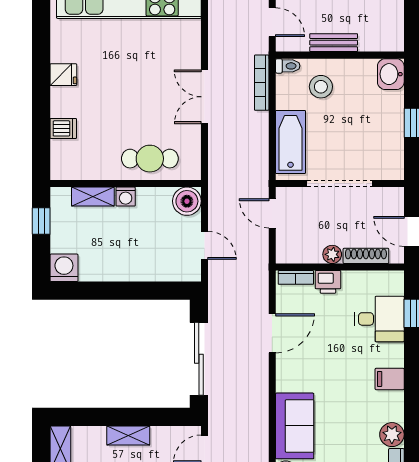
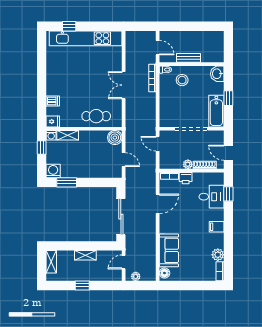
fridge: (63, 75) -> (53, 121), moved
bathtub: (290, 142) -> (216, 111), moved, turned 180
washing machine: (126, 197) -> (51, 135), moved
window: (91, 291) -> (67, 182), added

